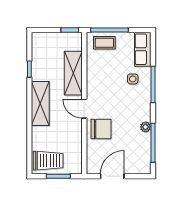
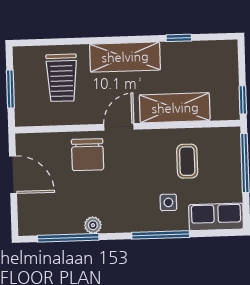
coffee table: (104, 43) -> (187, 161), moved
trolley: (48, 161) -> (62, 78), moved

